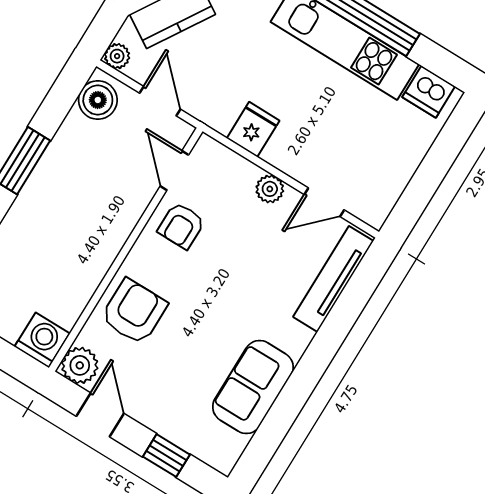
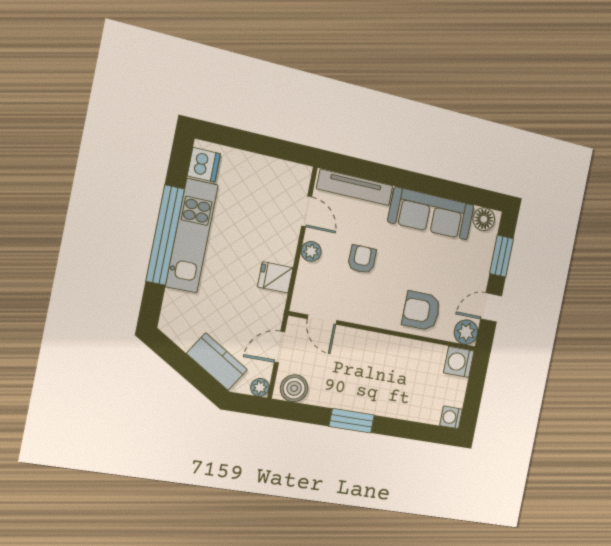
door: (174, 170) -> (322, 320), hinge flipped
armchair: (181, 226) -> (362, 259), moved, turned -90
sofa: (253, 387) -> (431, 214), width x1.36
floor lamp: (227, 447) -> (484, 219), added
window: (166, 456) -> (502, 256), width x1.50

